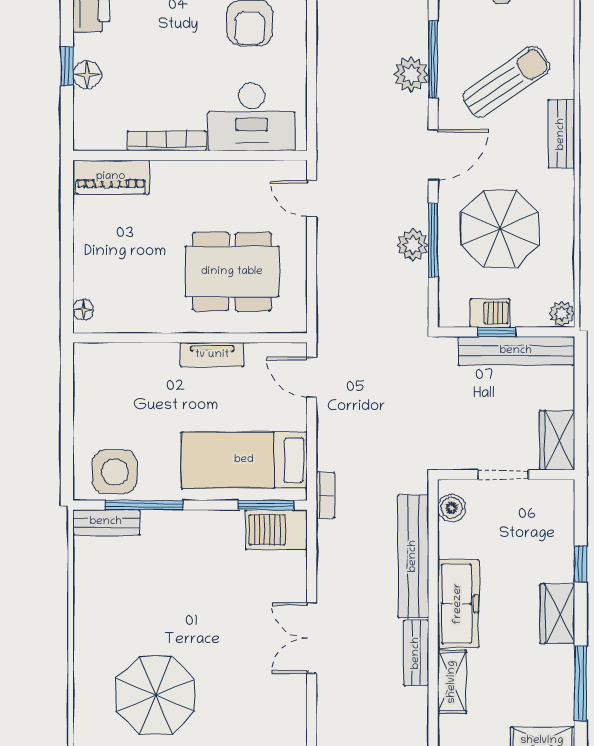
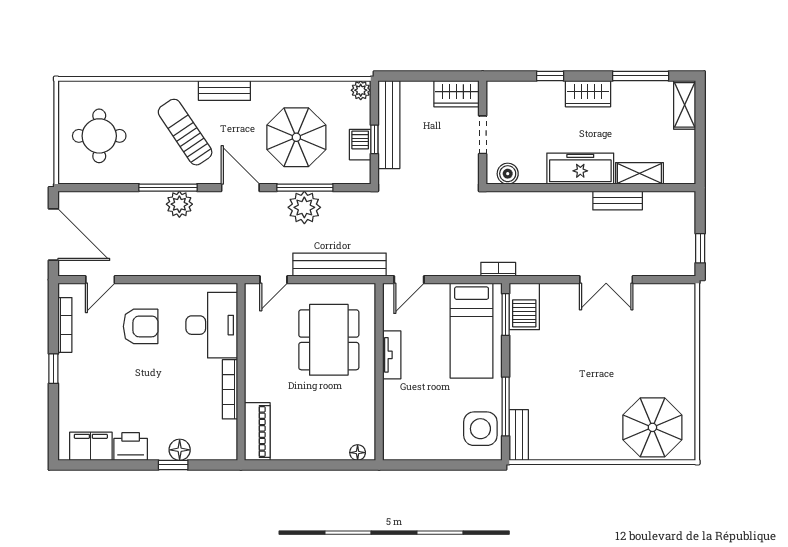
plant: (413, 245) -> (304, 207), width x1.36, depth x1.36
bench: (413, 556) -> (340, 265), moved
parasol: (155, 695) -> (652, 427), moved

